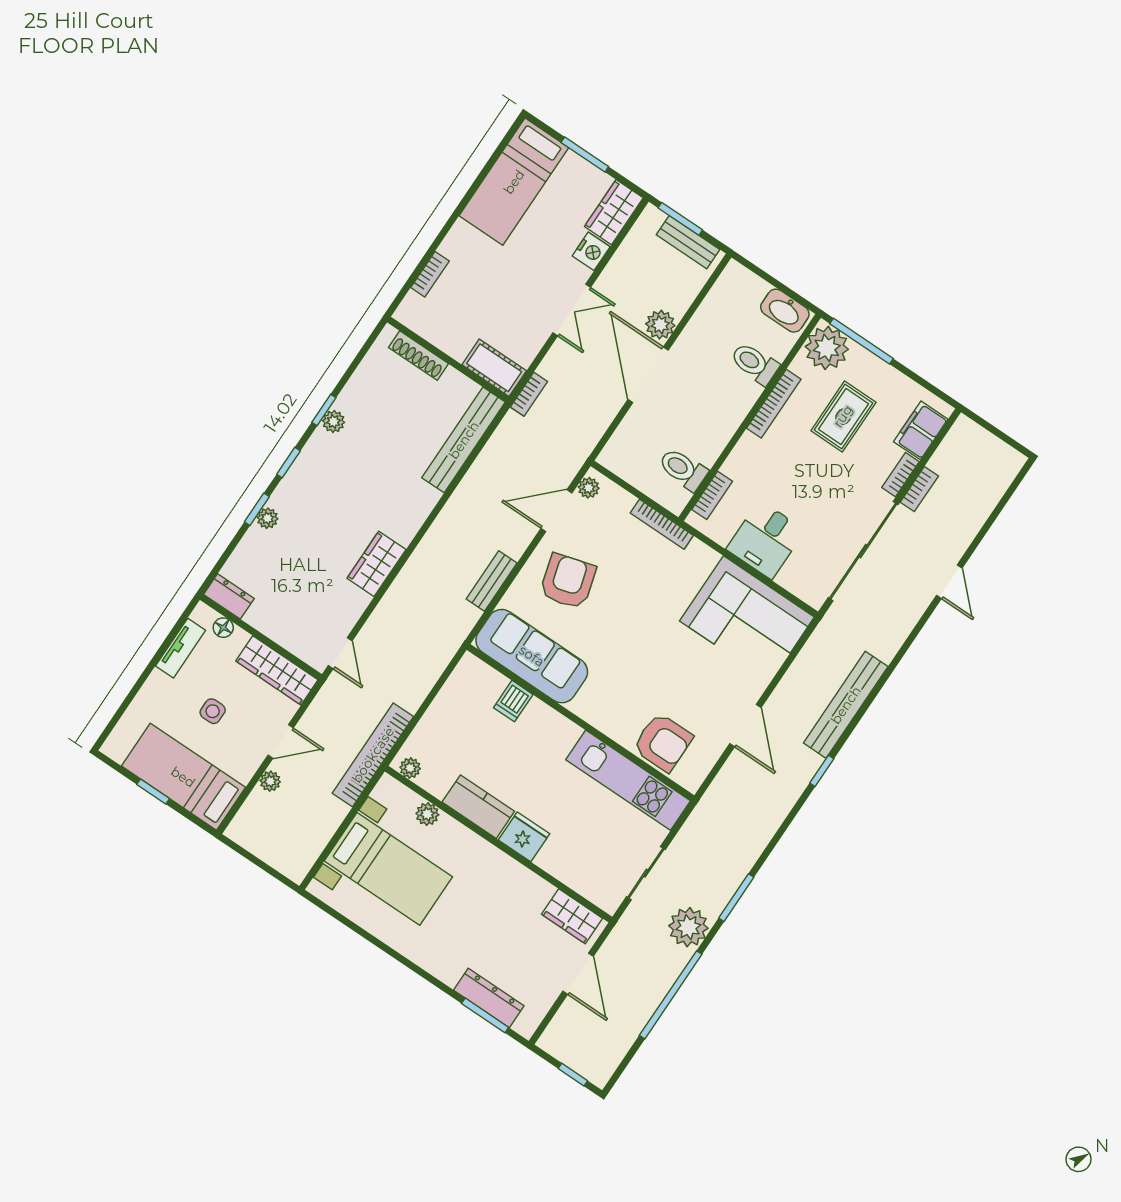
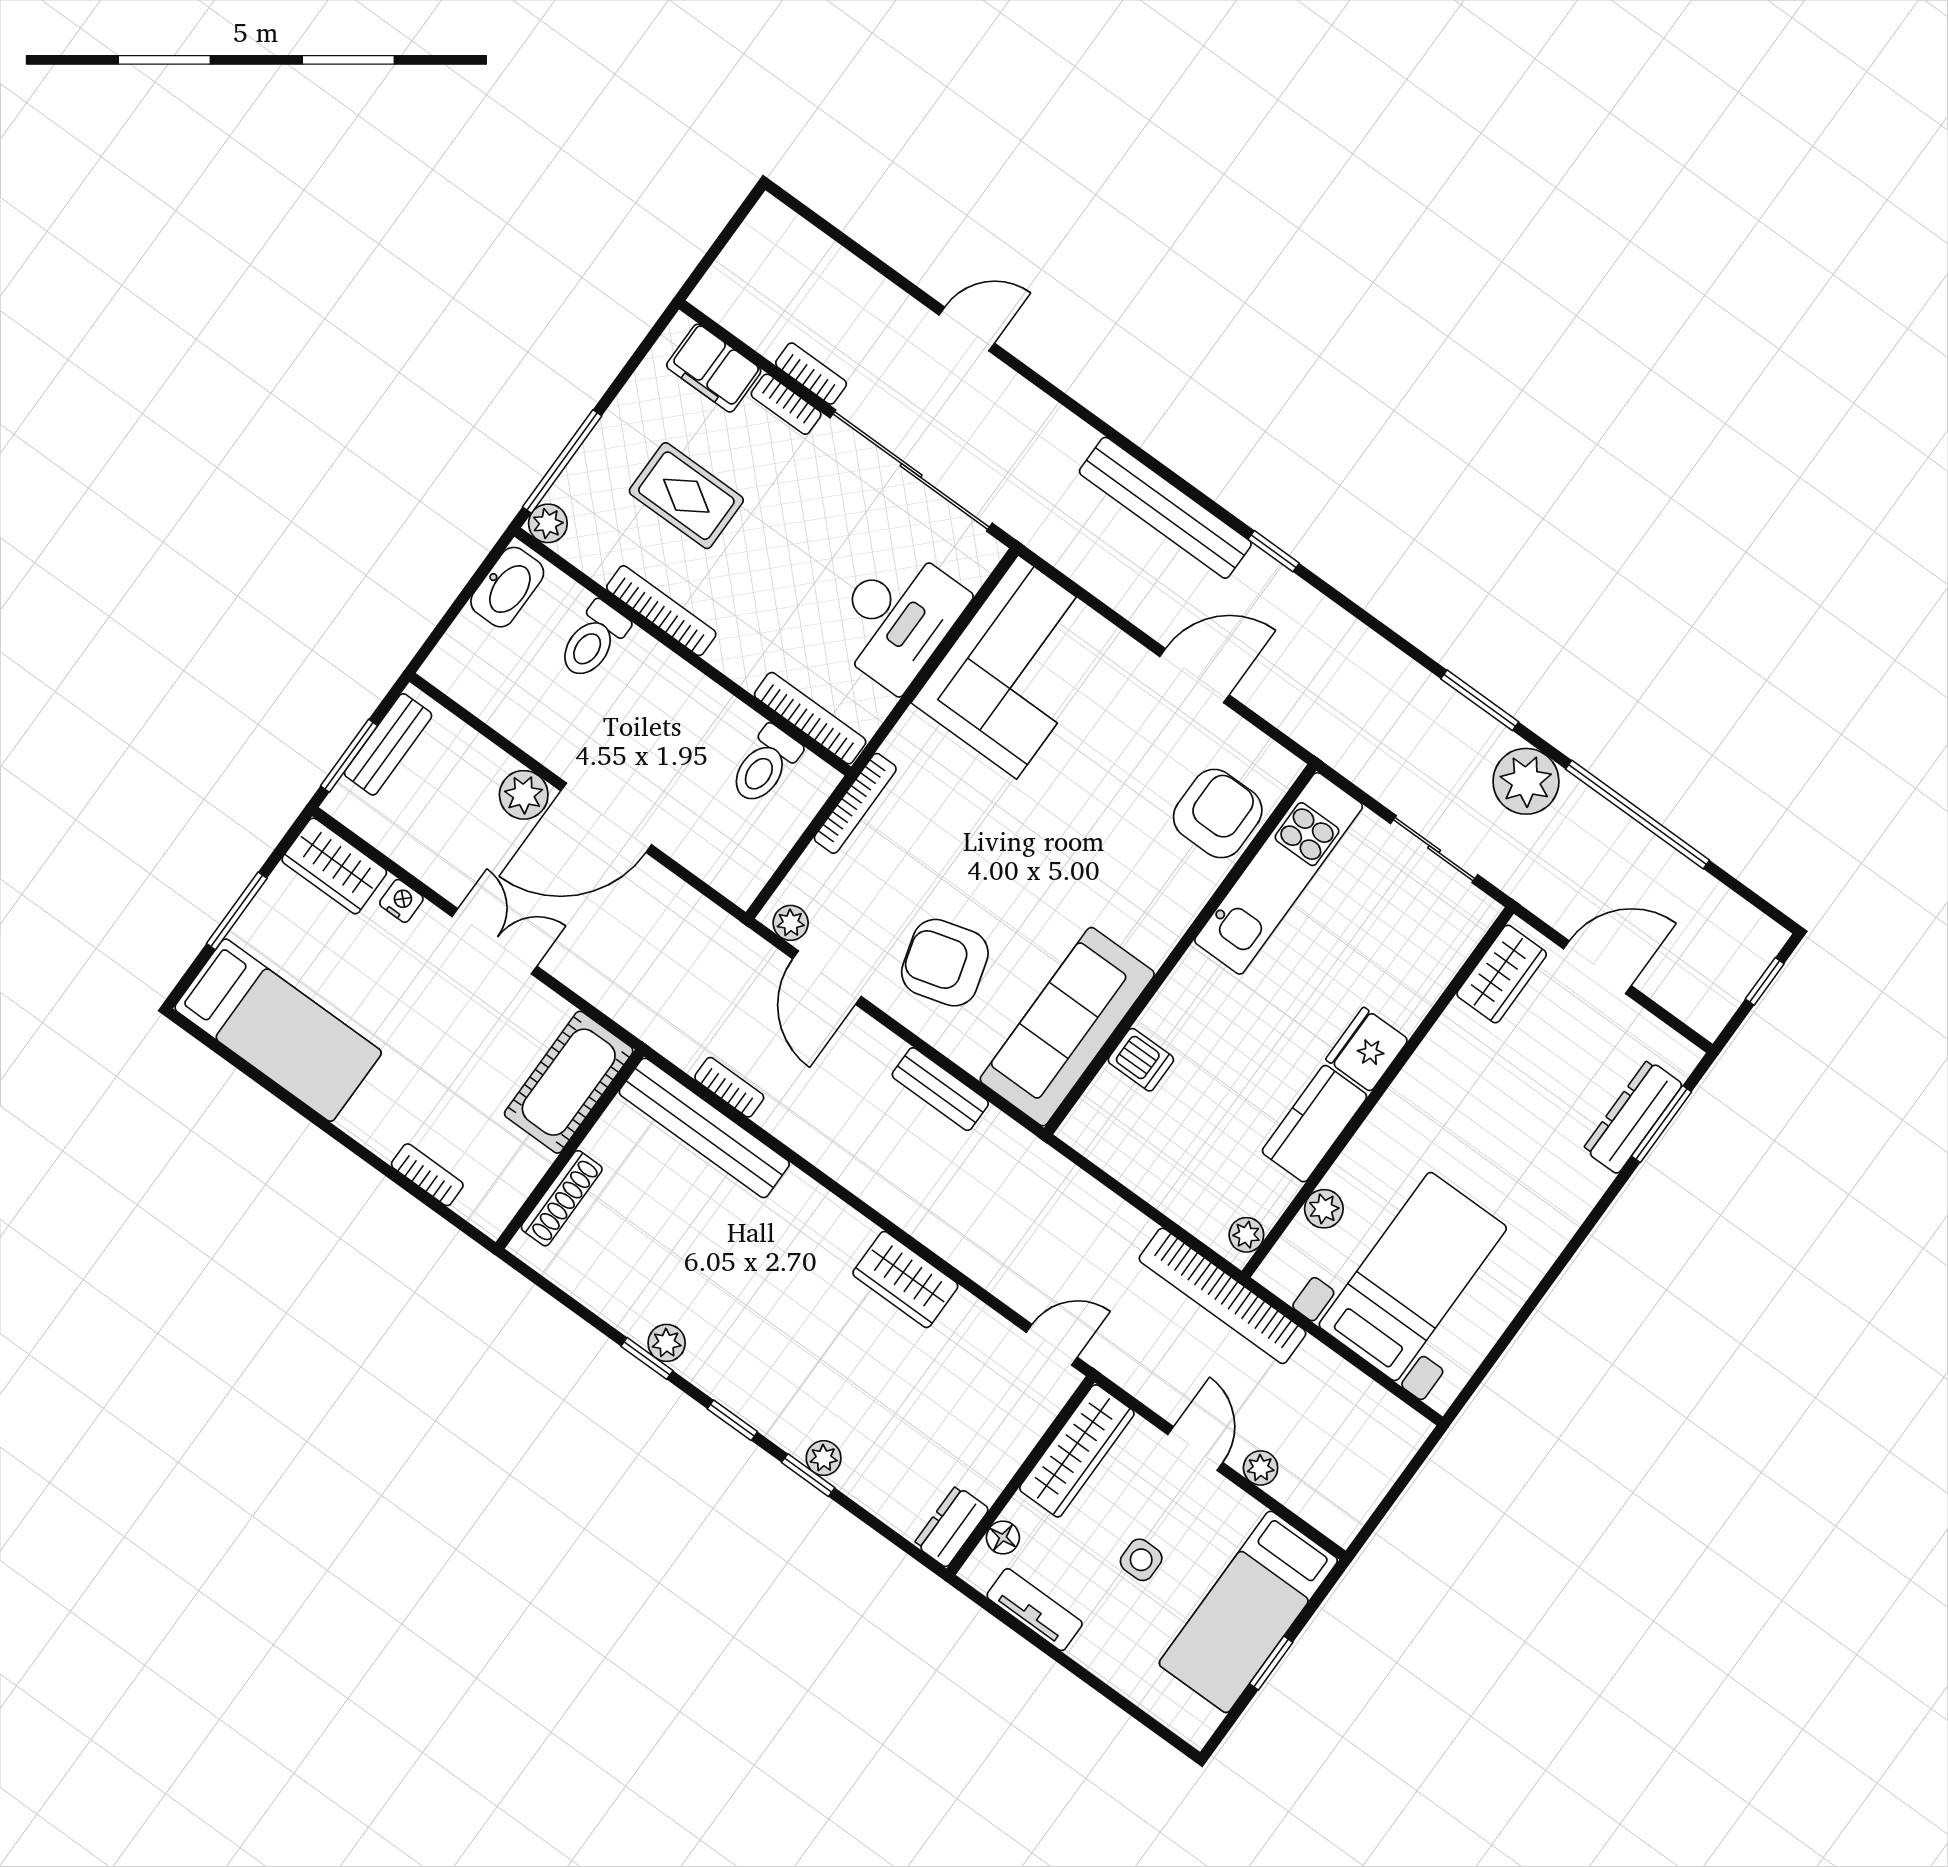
nightstand: (591, 251) -> (401, 901), width x0.72, depth x0.74
plant: (827, 348) -> (548, 523), width x0.53, depth x0.53
cot: (494, 368) -> (569, 1082), width x1.37, depth x1.34
bookcase: (529, 394) -> (729, 1087), moved
bookcase: (712, 495) -> (810, 718), width x1.56
desk: (766, 540) -> (897, 618), width x1.37

